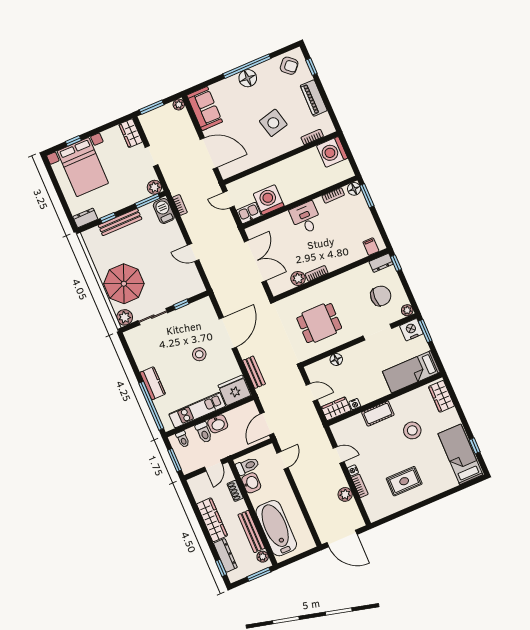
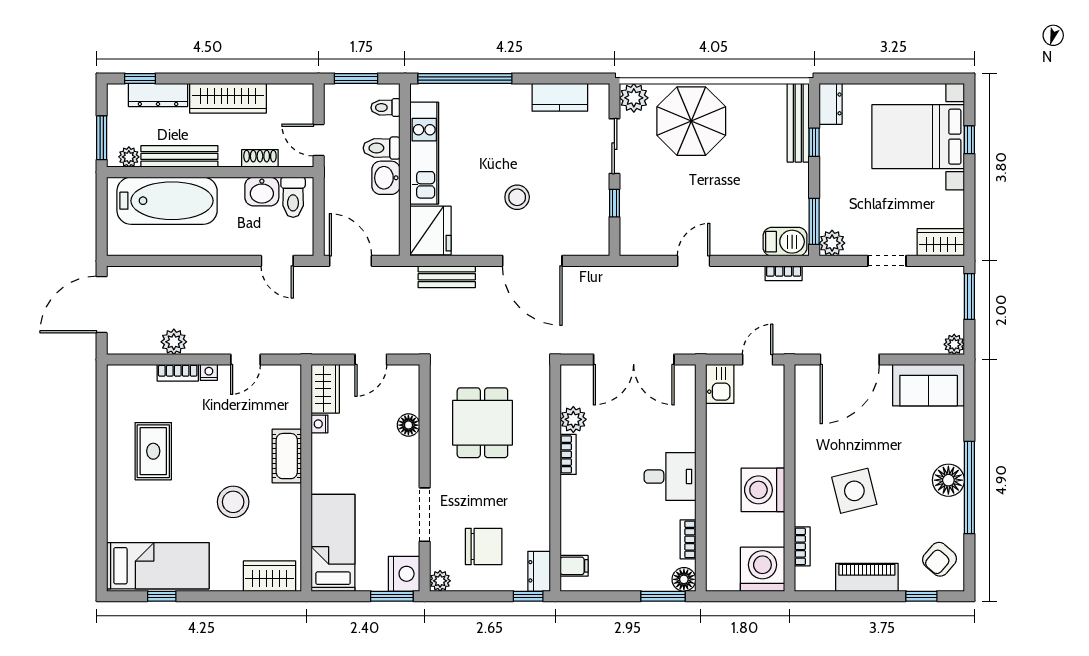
washing machine: (269, 200) -> (763, 490), moved, turned 180
bench: (120, 222) -> (798, 123), moved
chair: (381, 296) -> (484, 546), turned -90
kitchen counter: (153, 383) -> (560, 97), moved

